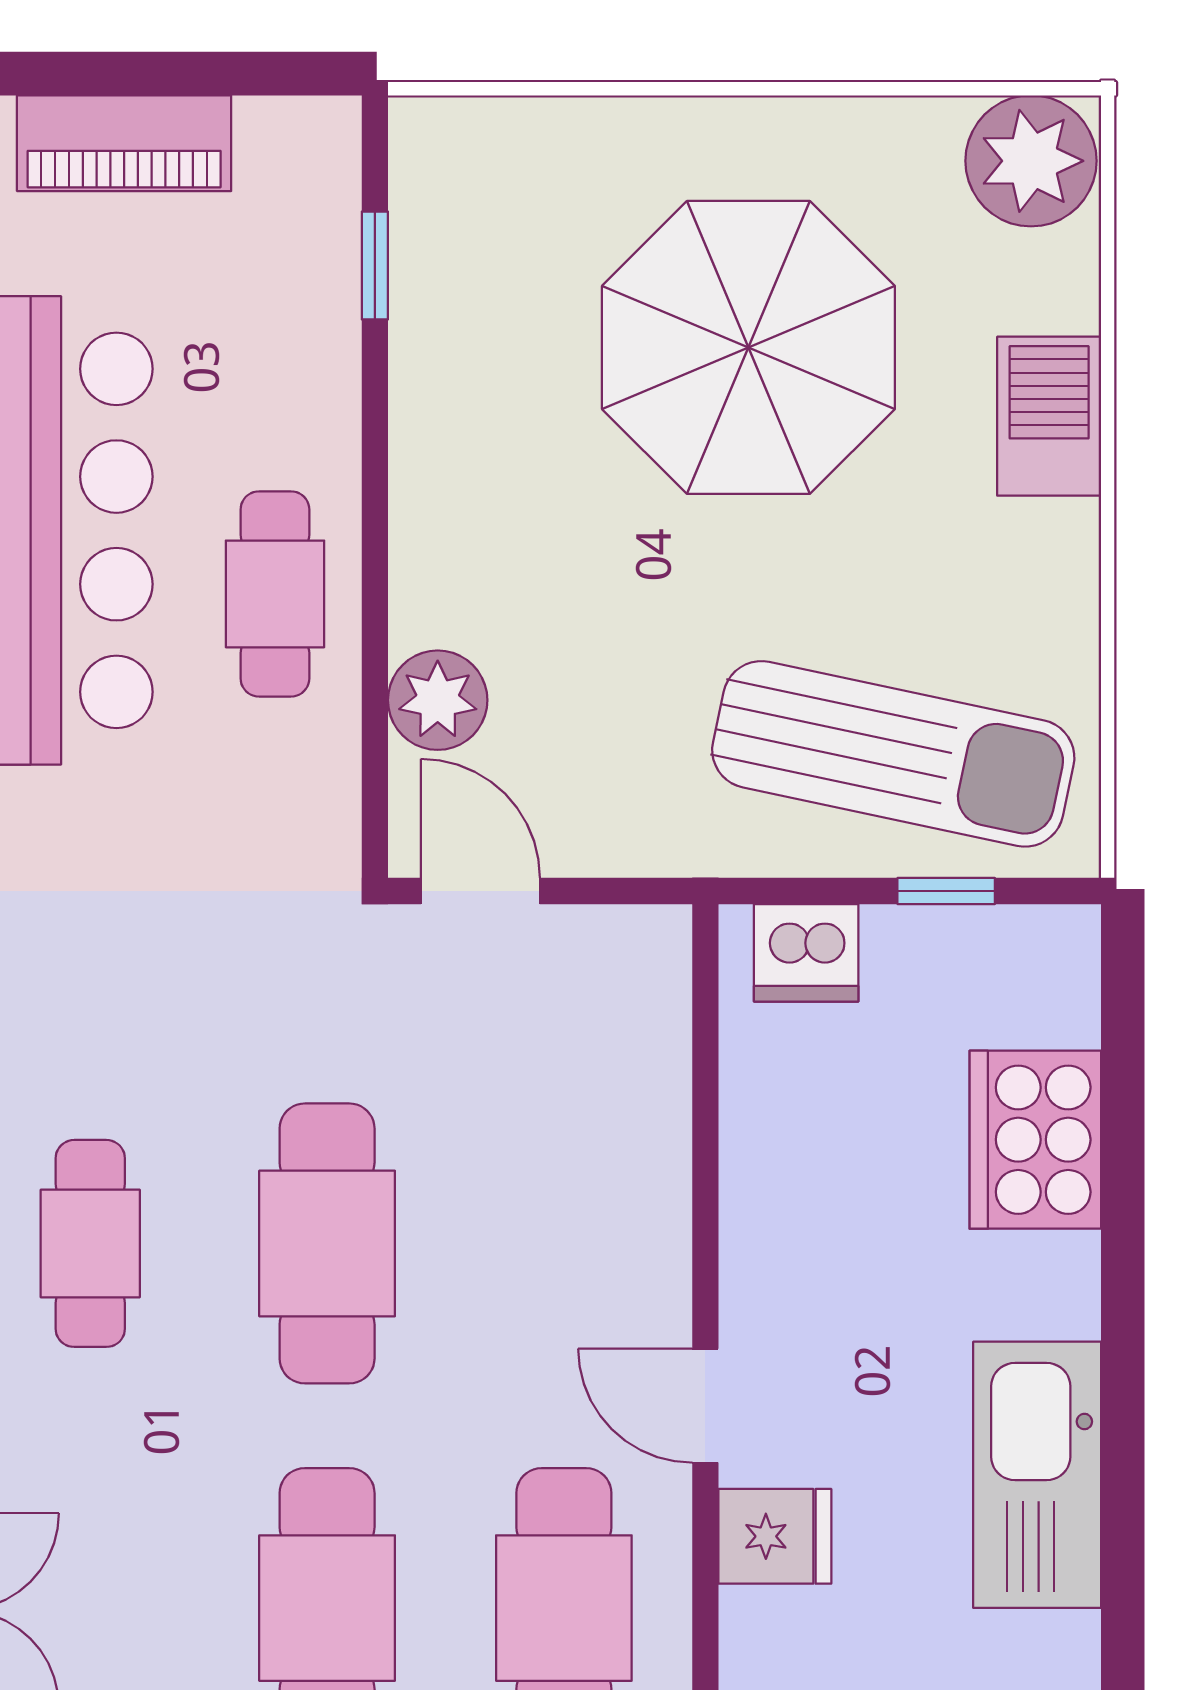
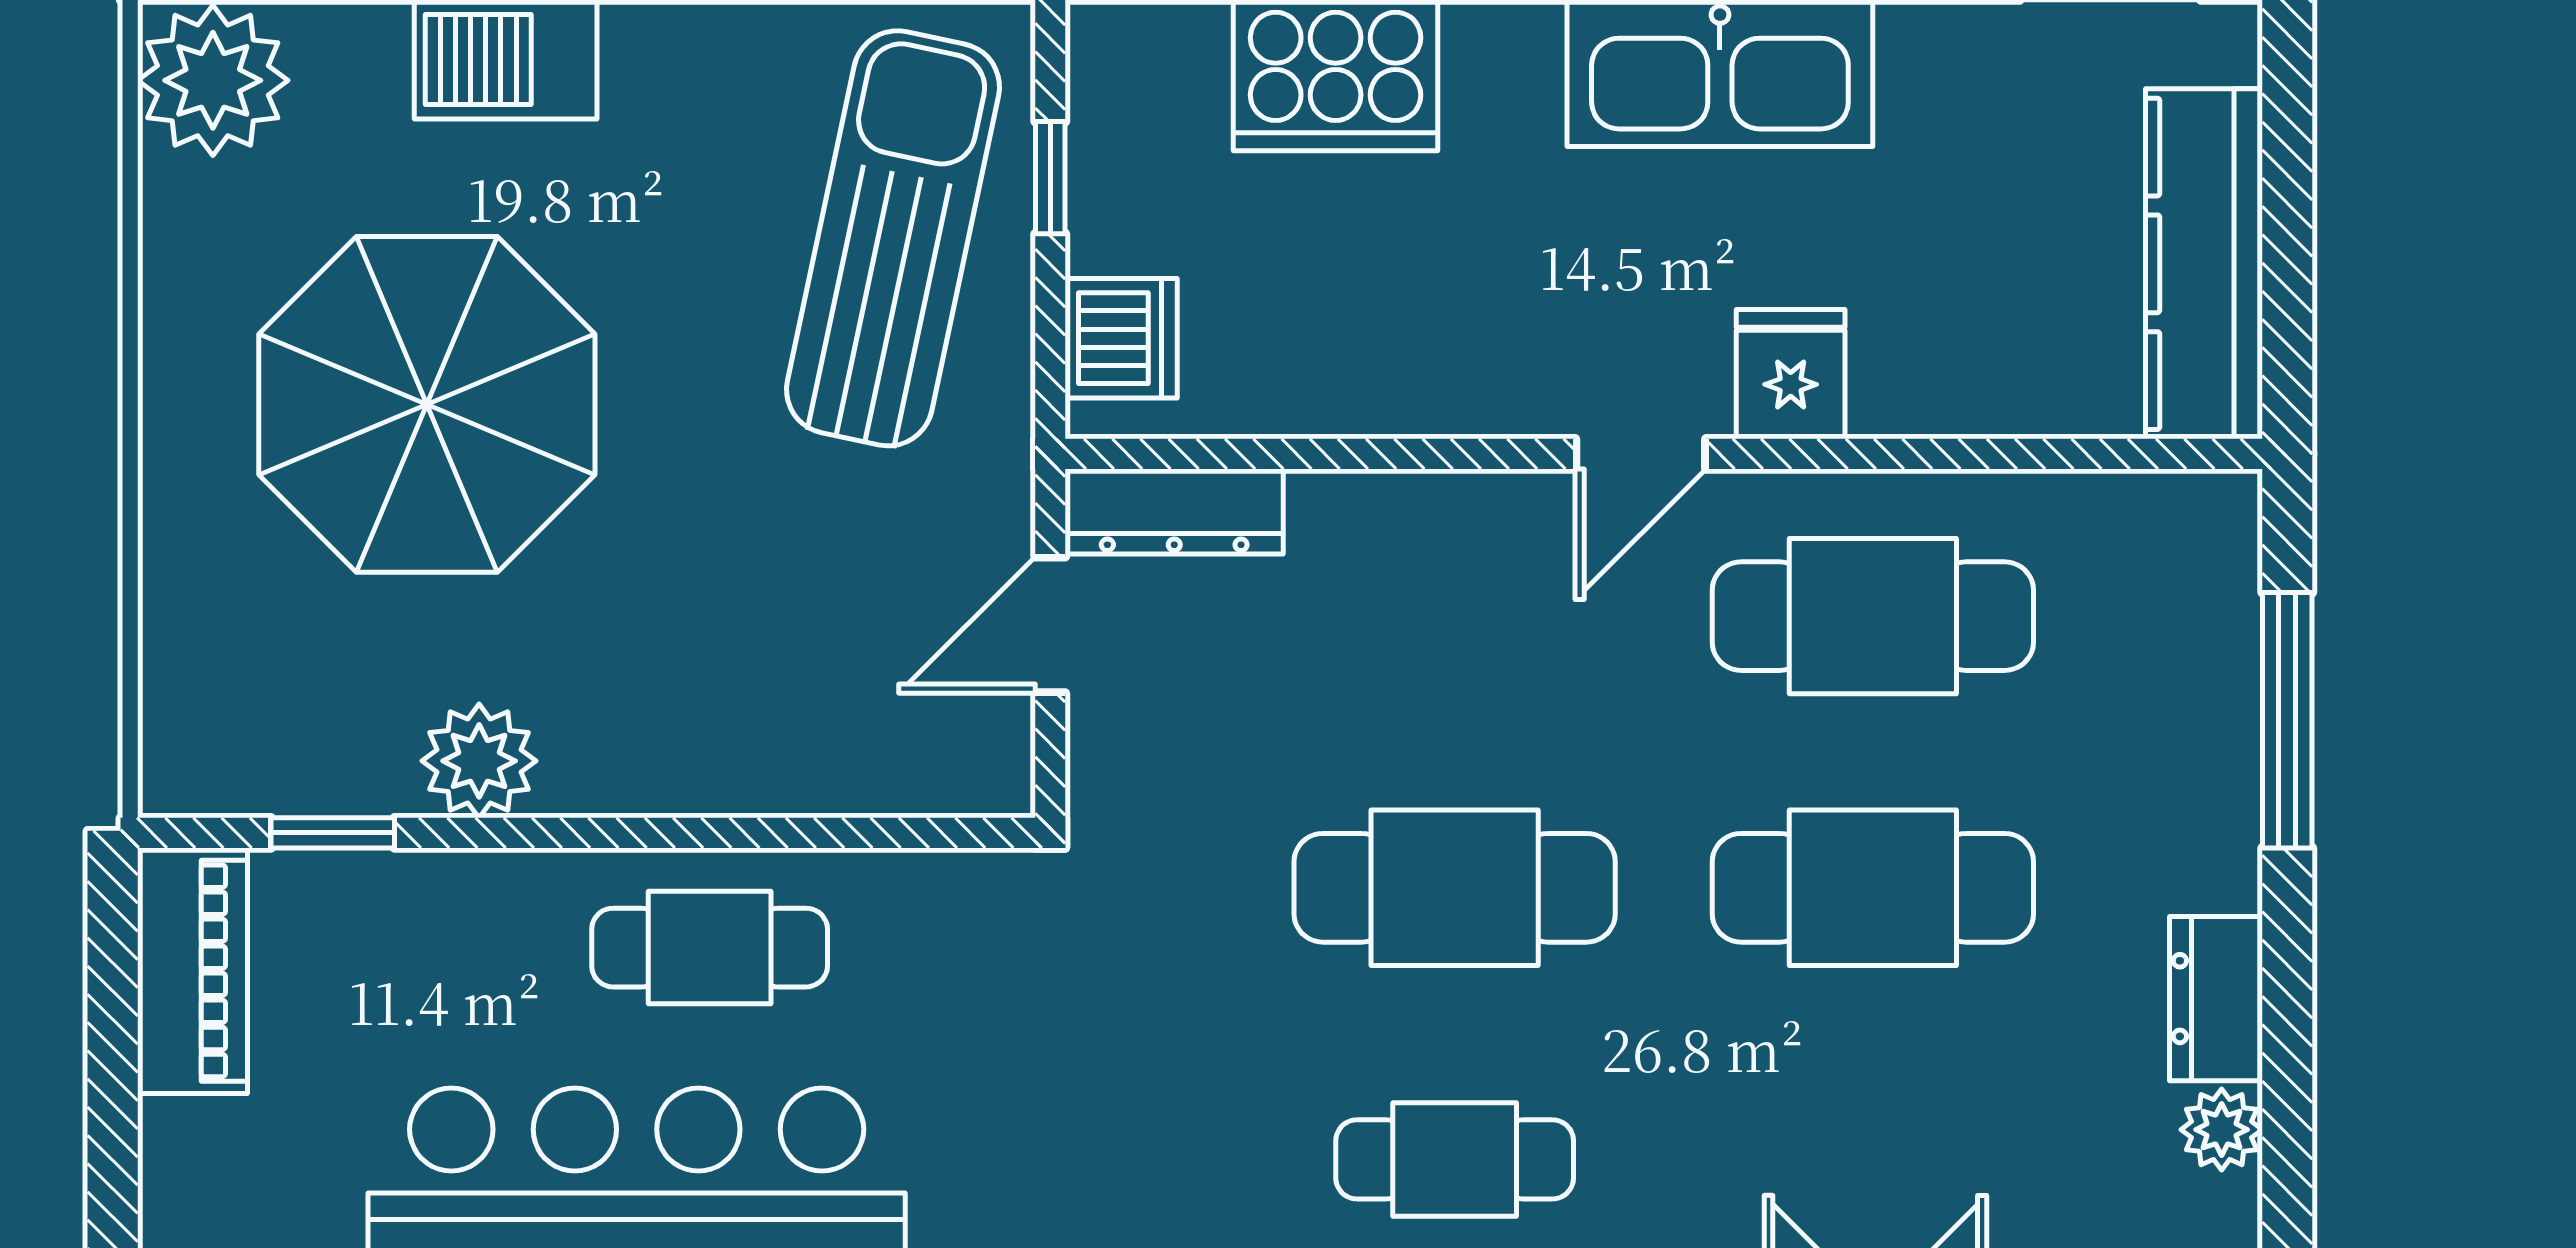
piano: (124, 143) -> (192, 971), moved
plant: (438, 700) -> (479, 761), moved
door: (480, 891) -> (1050, 625), moved
dresser: (655, 999) -> (1174, 511), added

